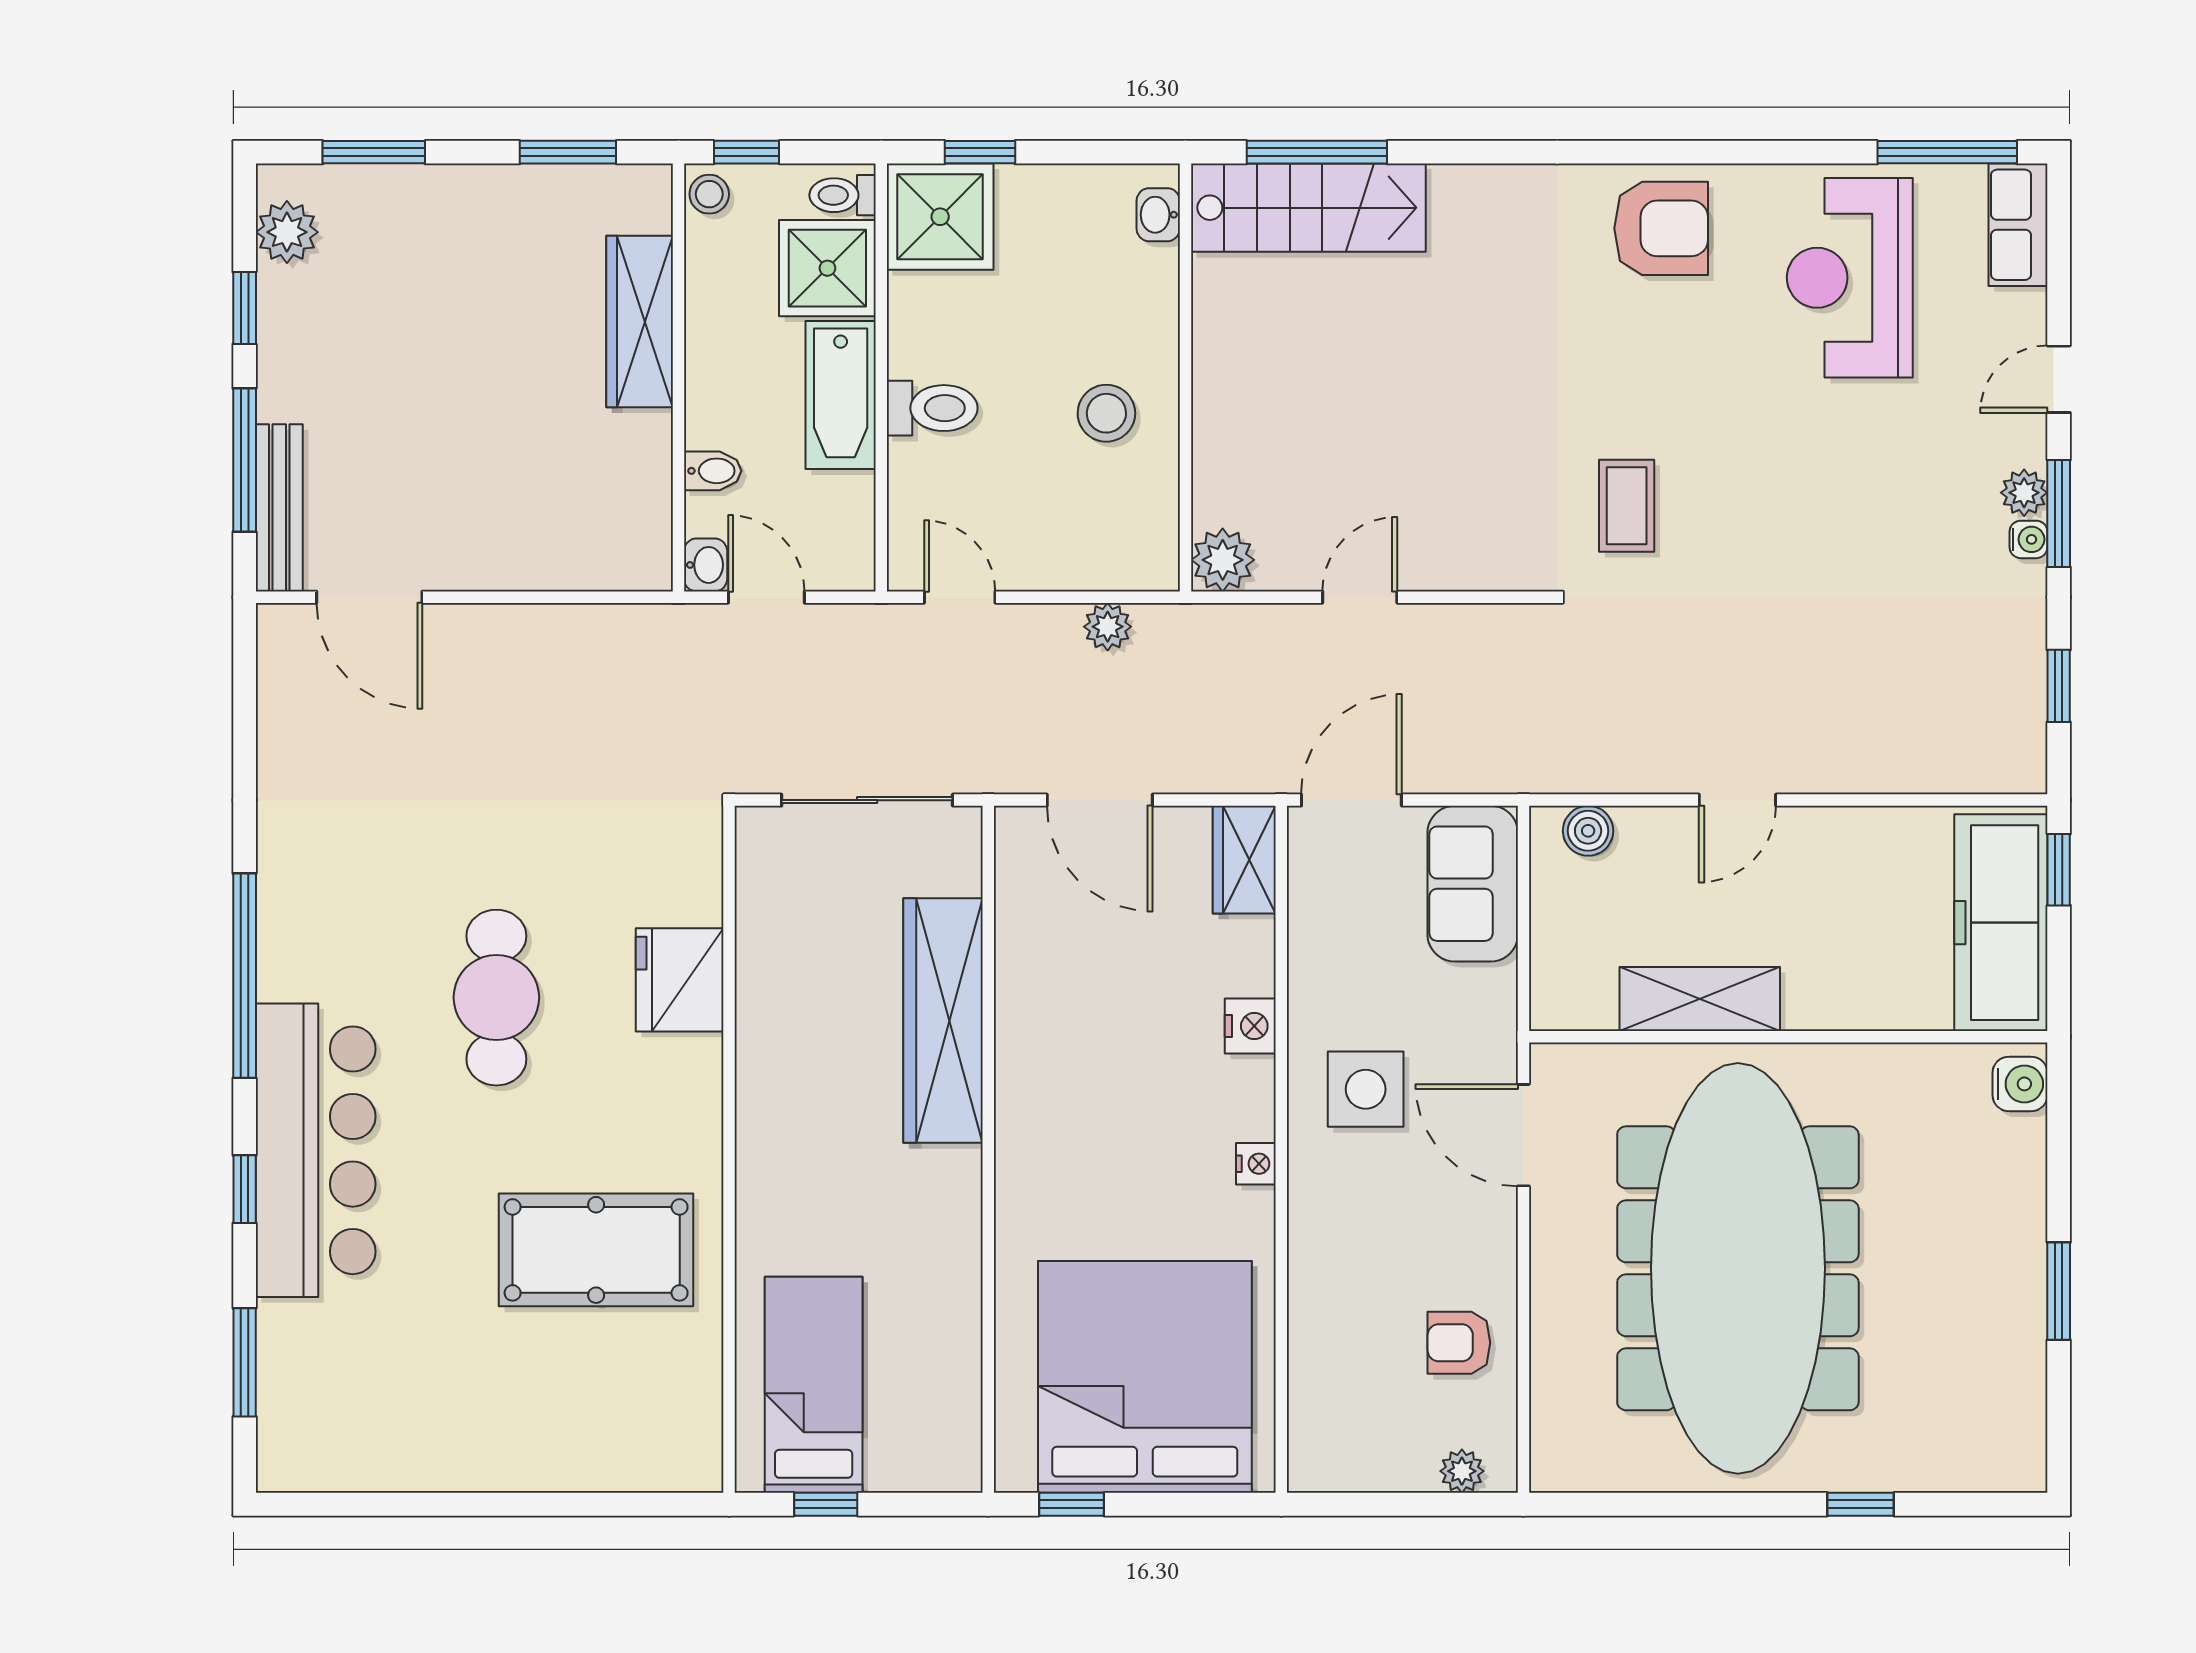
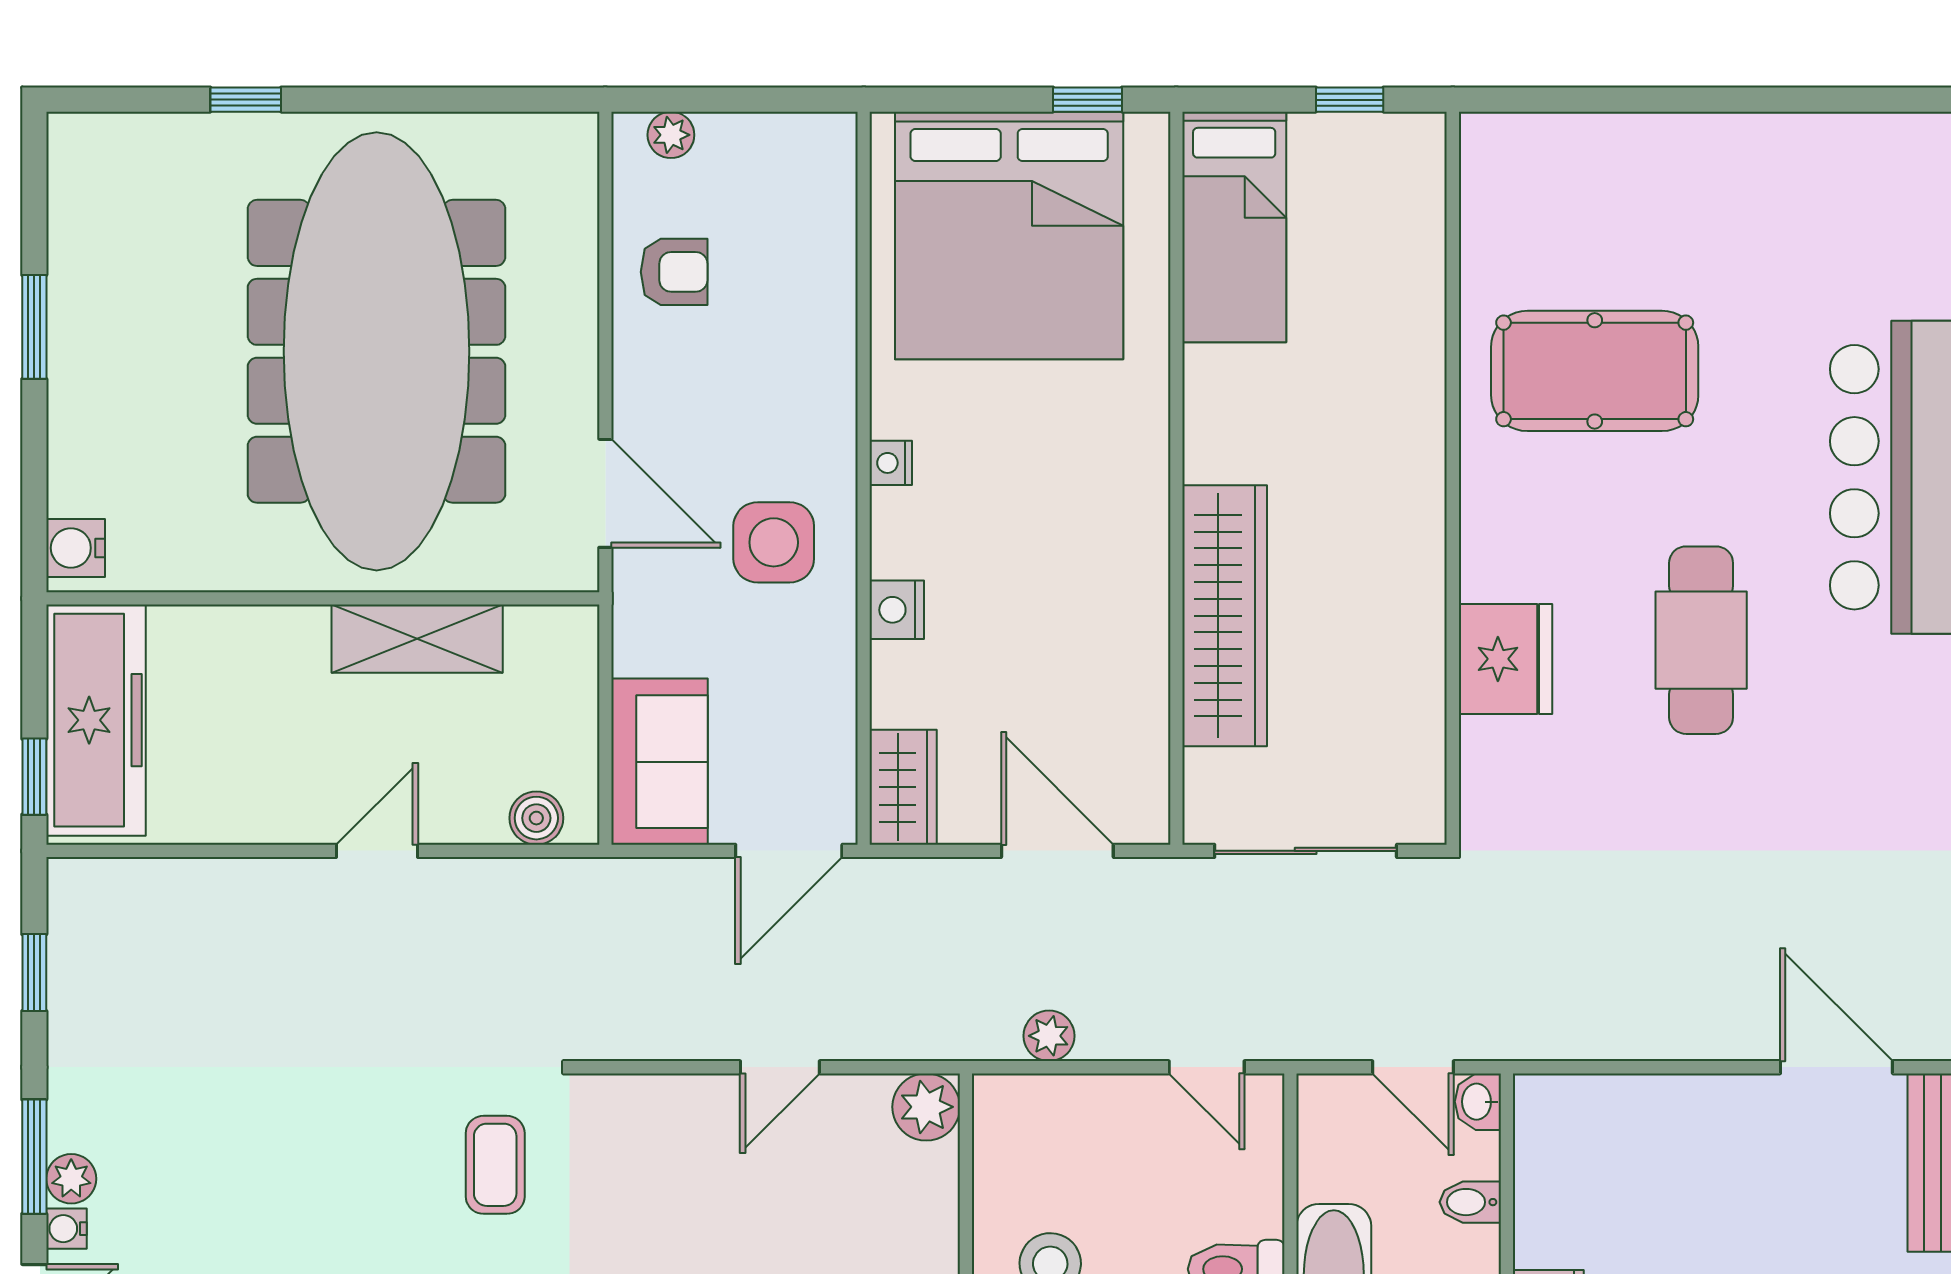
water cooler: (2028, 539) -> (66, 1229), moved
bed: (814, 1385) -> (1234, 227), moved

